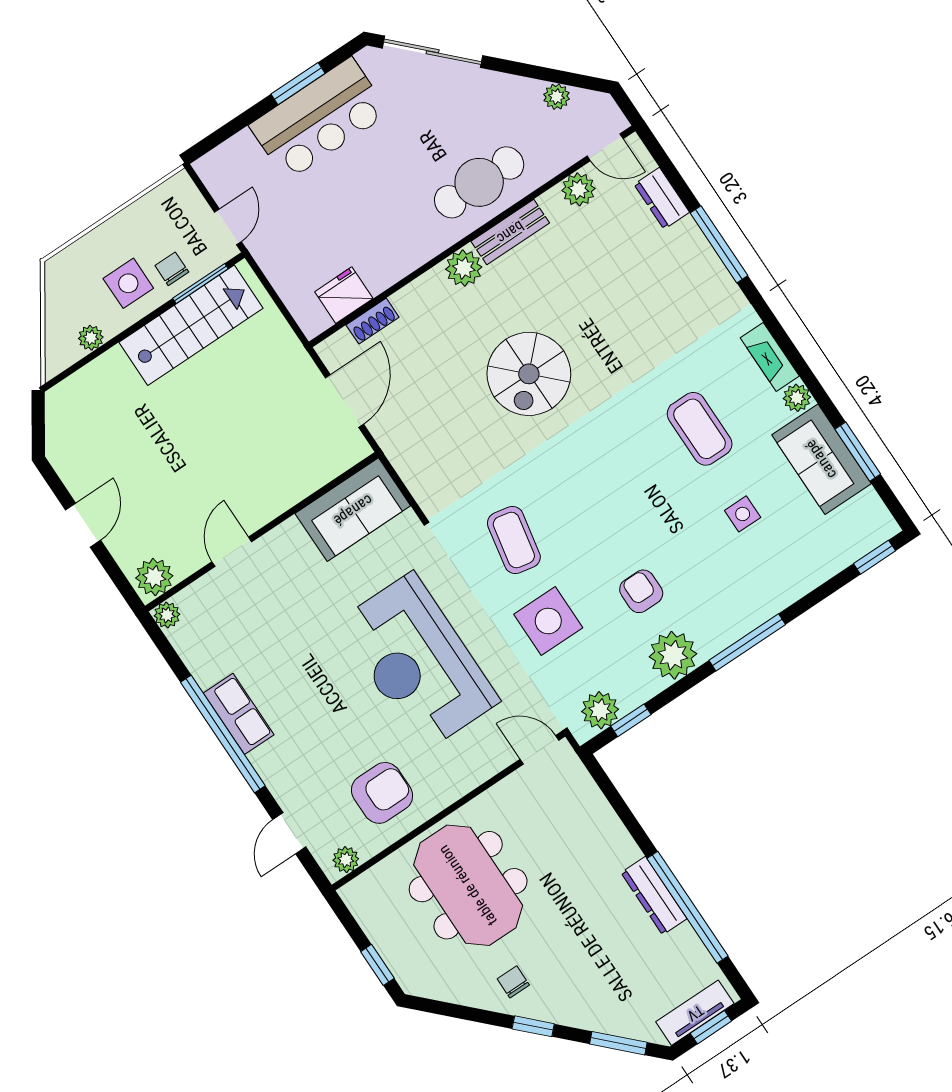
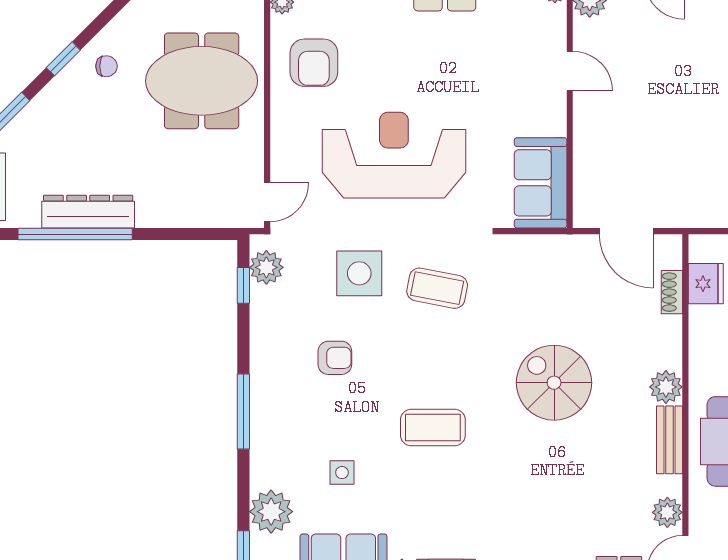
coffee table: (700, 429) -> (433, 427), moved
plant: (673, 655) -> (271, 512), moved
dresser: (654, 896) -> (88, 212), width x1.37, depth x1.24

